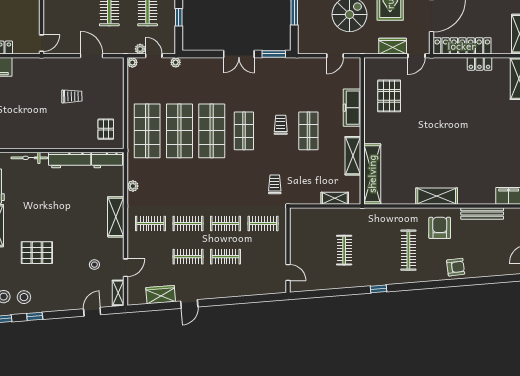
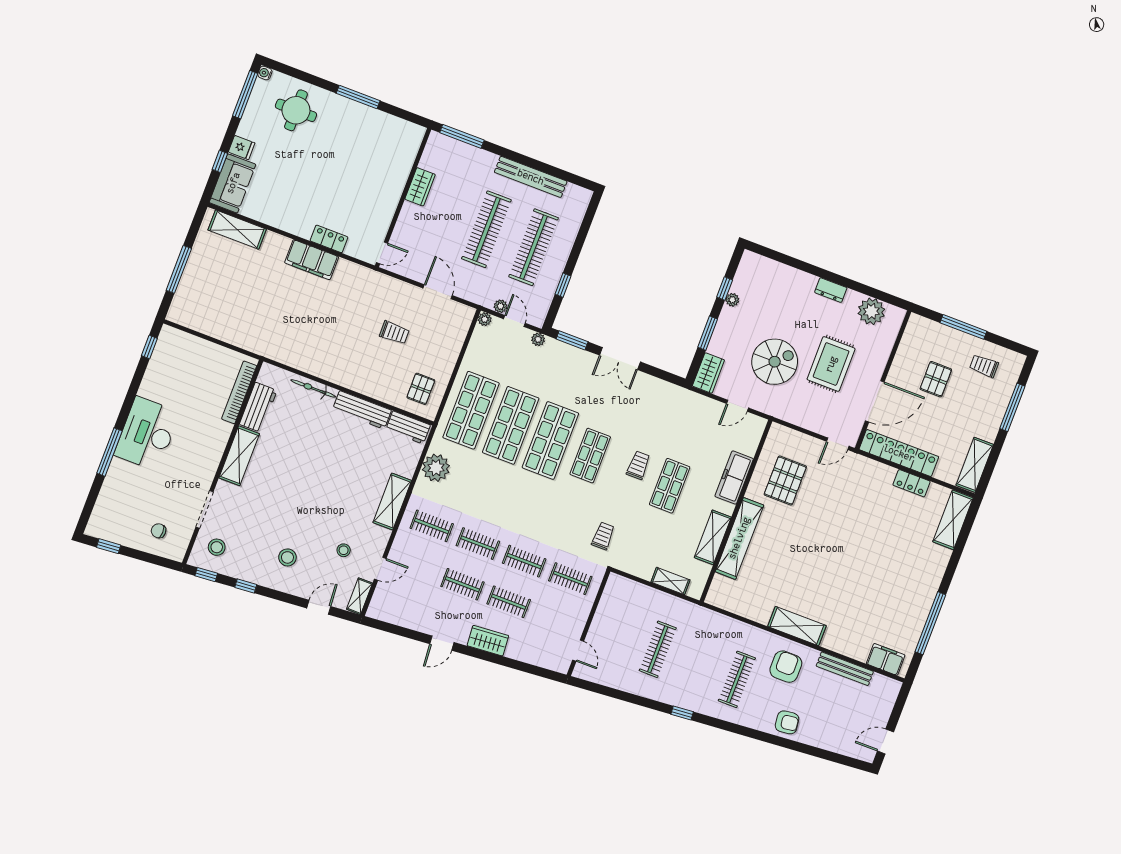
wardrobe: (393, 46) -> (708, 373), moved, turned 90
window: (274, 54) -> (572, 340), moved
shelving: (372, 174) -> (739, 538), moved
plant: (133, 186) -> (436, 468), width x1.88, depth x1.88
clothes rail: (344, 250) -> (658, 649), width x1.36
pallet: (37, 253) -> (278, 509), removed
wardrobe: (161, 295) -> (488, 641), moved
stool: (24, 297) -> (287, 557), moved

